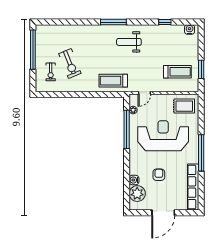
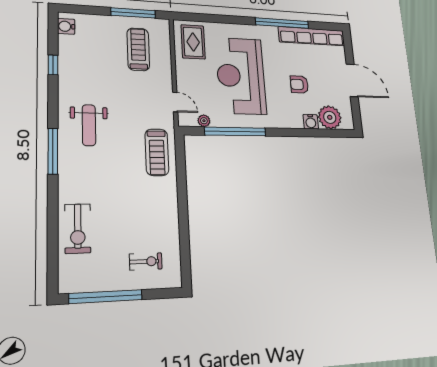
exercise bike: (70, 63) -> (78, 229), moved, turned 112
window: (201, 69) -> (133, 13), width x1.44
window: (201, 153) -> (282, 23), moved

